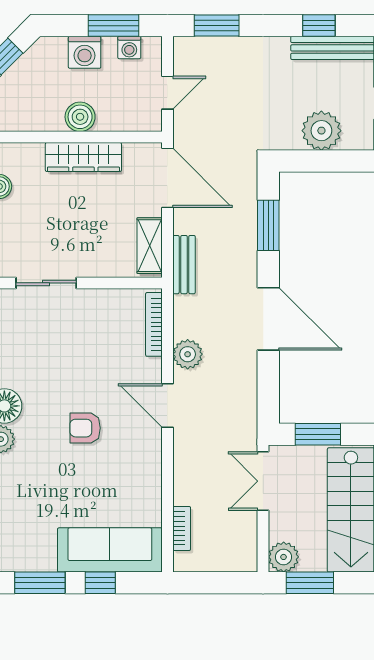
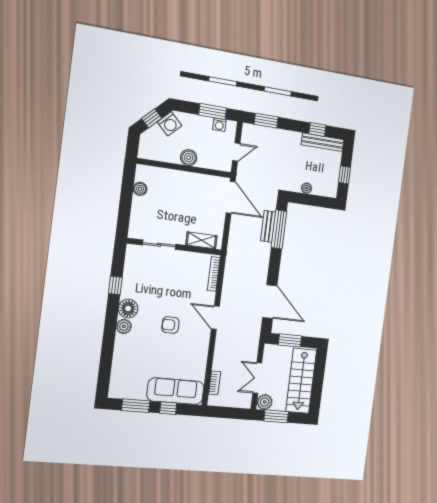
washing machine: (85, 52) -> (169, 124), moved, turned -45
plant: (321, 131) -> (307, 188), width x0.53, depth x0.53
wardrobe: (83, 157) -> (188, 180), removed
window: (268, 225) -> (279, 229), width x1.44
shelving: (150, 246) -> (201, 240), moved, turned 90
bench: (184, 265) -> (268, 226), moved
door: (268, 319) -> (270, 302), moved
plant: (188, 354) -> (229, 292), removed
double door: (263, 481) -> (257, 378), moved

